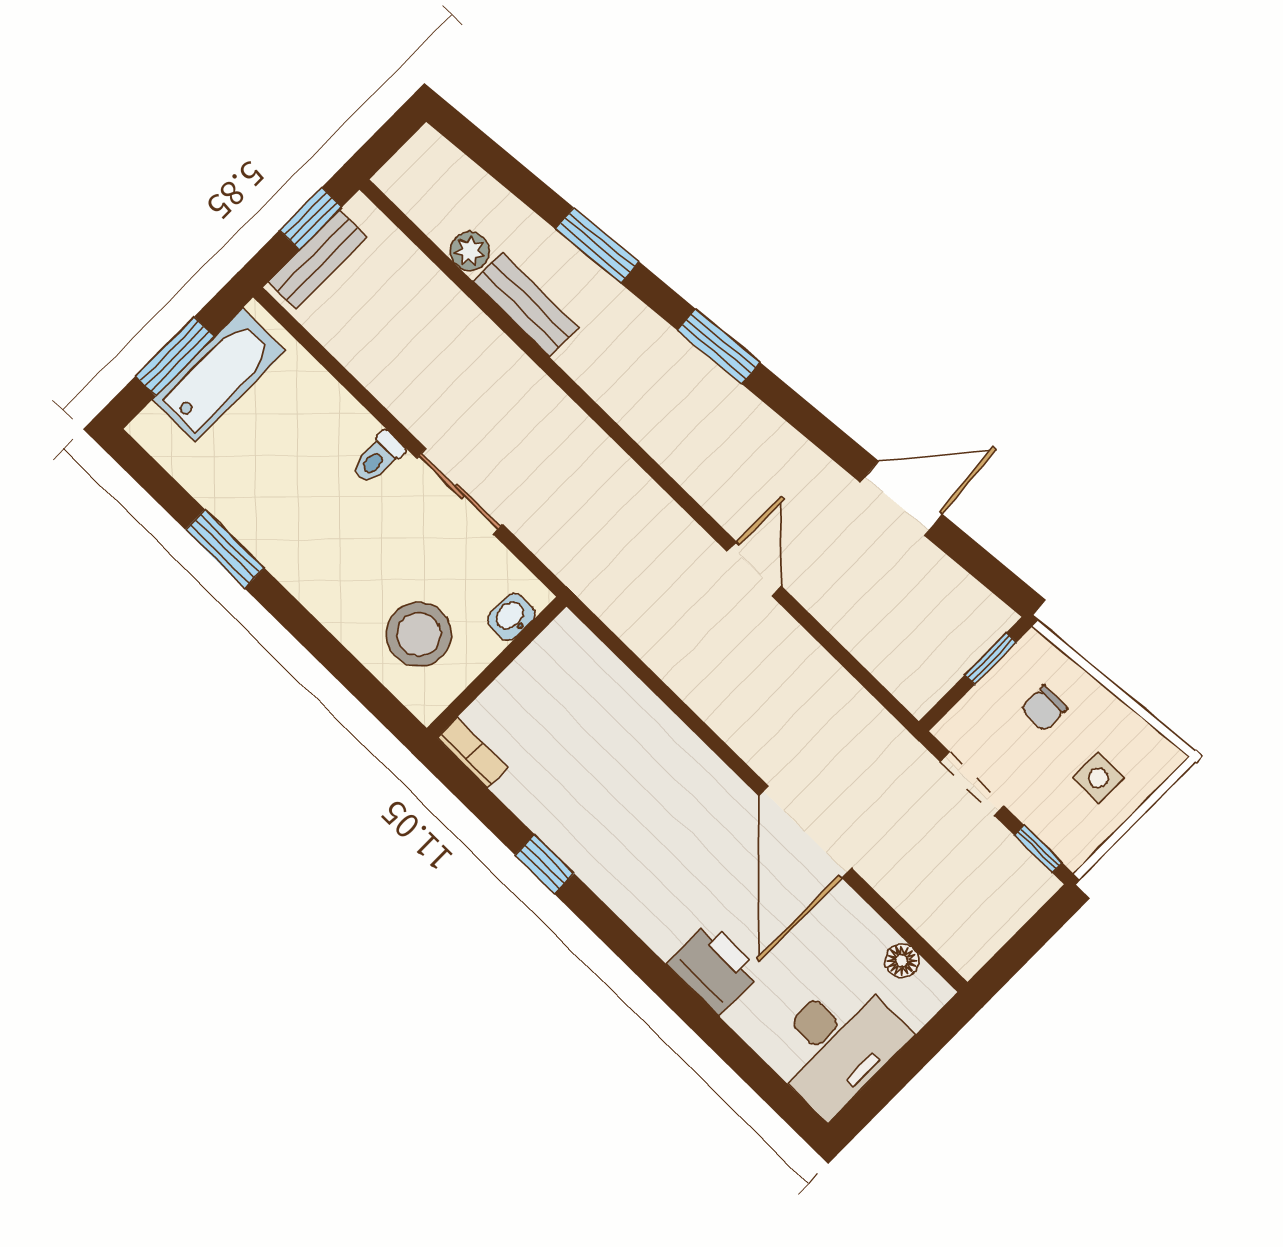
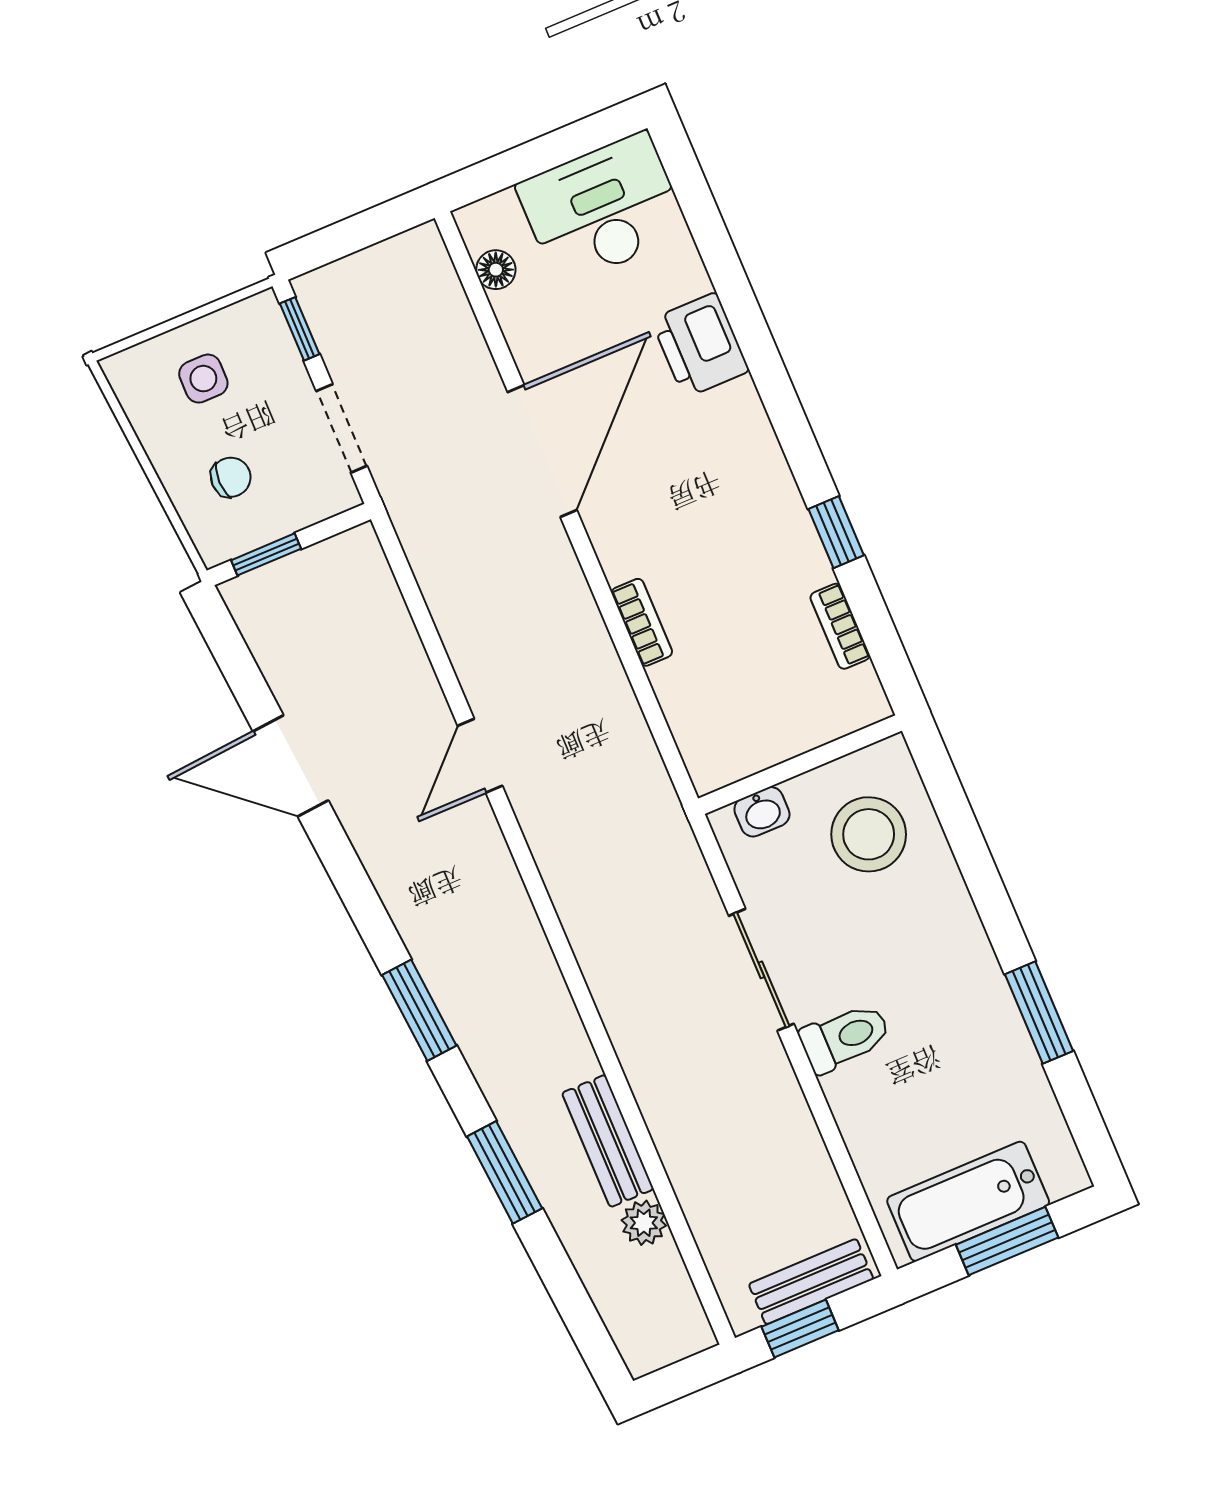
toilet: (378, 458) -> (845, 1038), width x1.37, depth x1.39
bookcase: (669, 728) -> (642, 622), added
bookcase: (472, 753) -> (840, 626), moved

